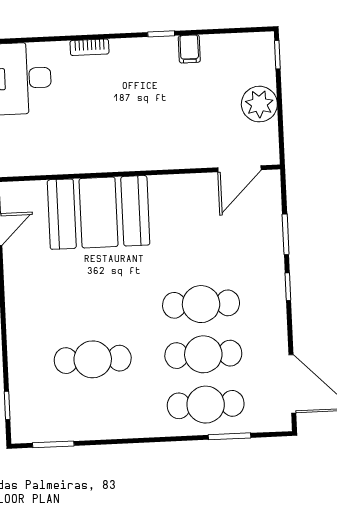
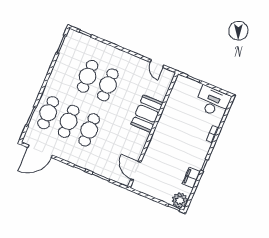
filing cabinet: (189, 49) -> (191, 178), width x2.00
plant: (259, 104) -> (180, 200), moved
booth: (99, 212) -> (147, 114), width x0.73, depth x0.70
cafe table: (90, 309) -> (108, 85), added

